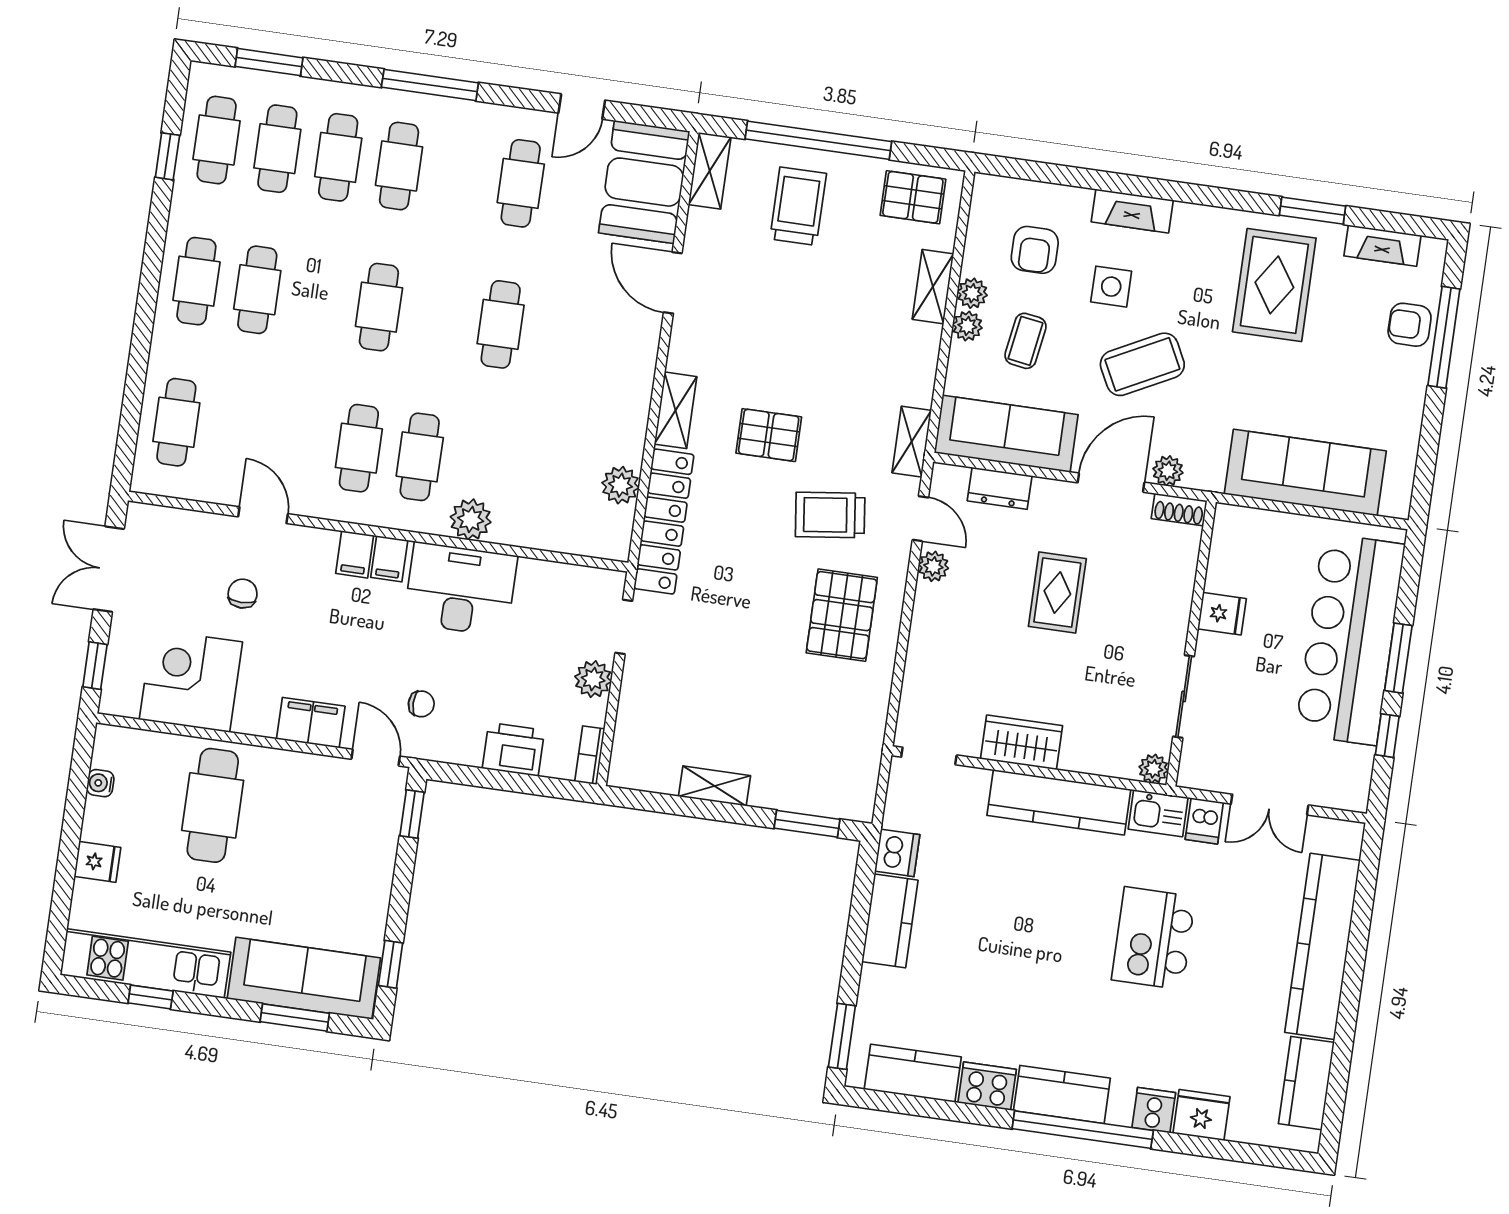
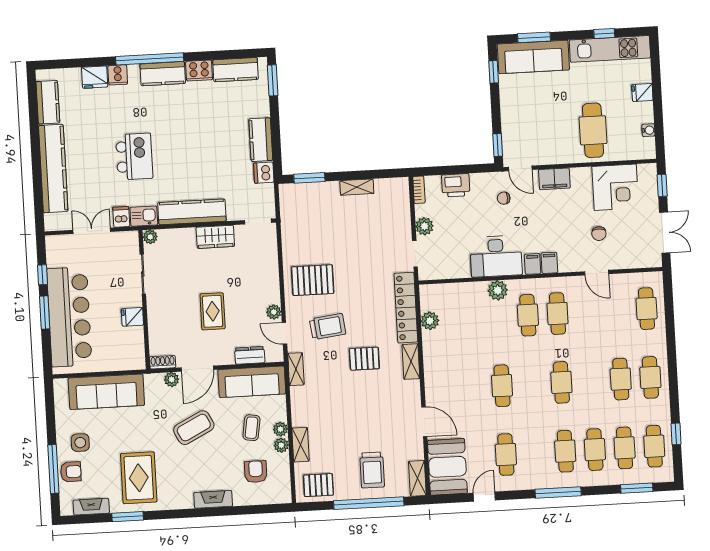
side table: (1111, 287) -> (80, 443), moved
pallet: (842, 615) -> (313, 280), turned 90

